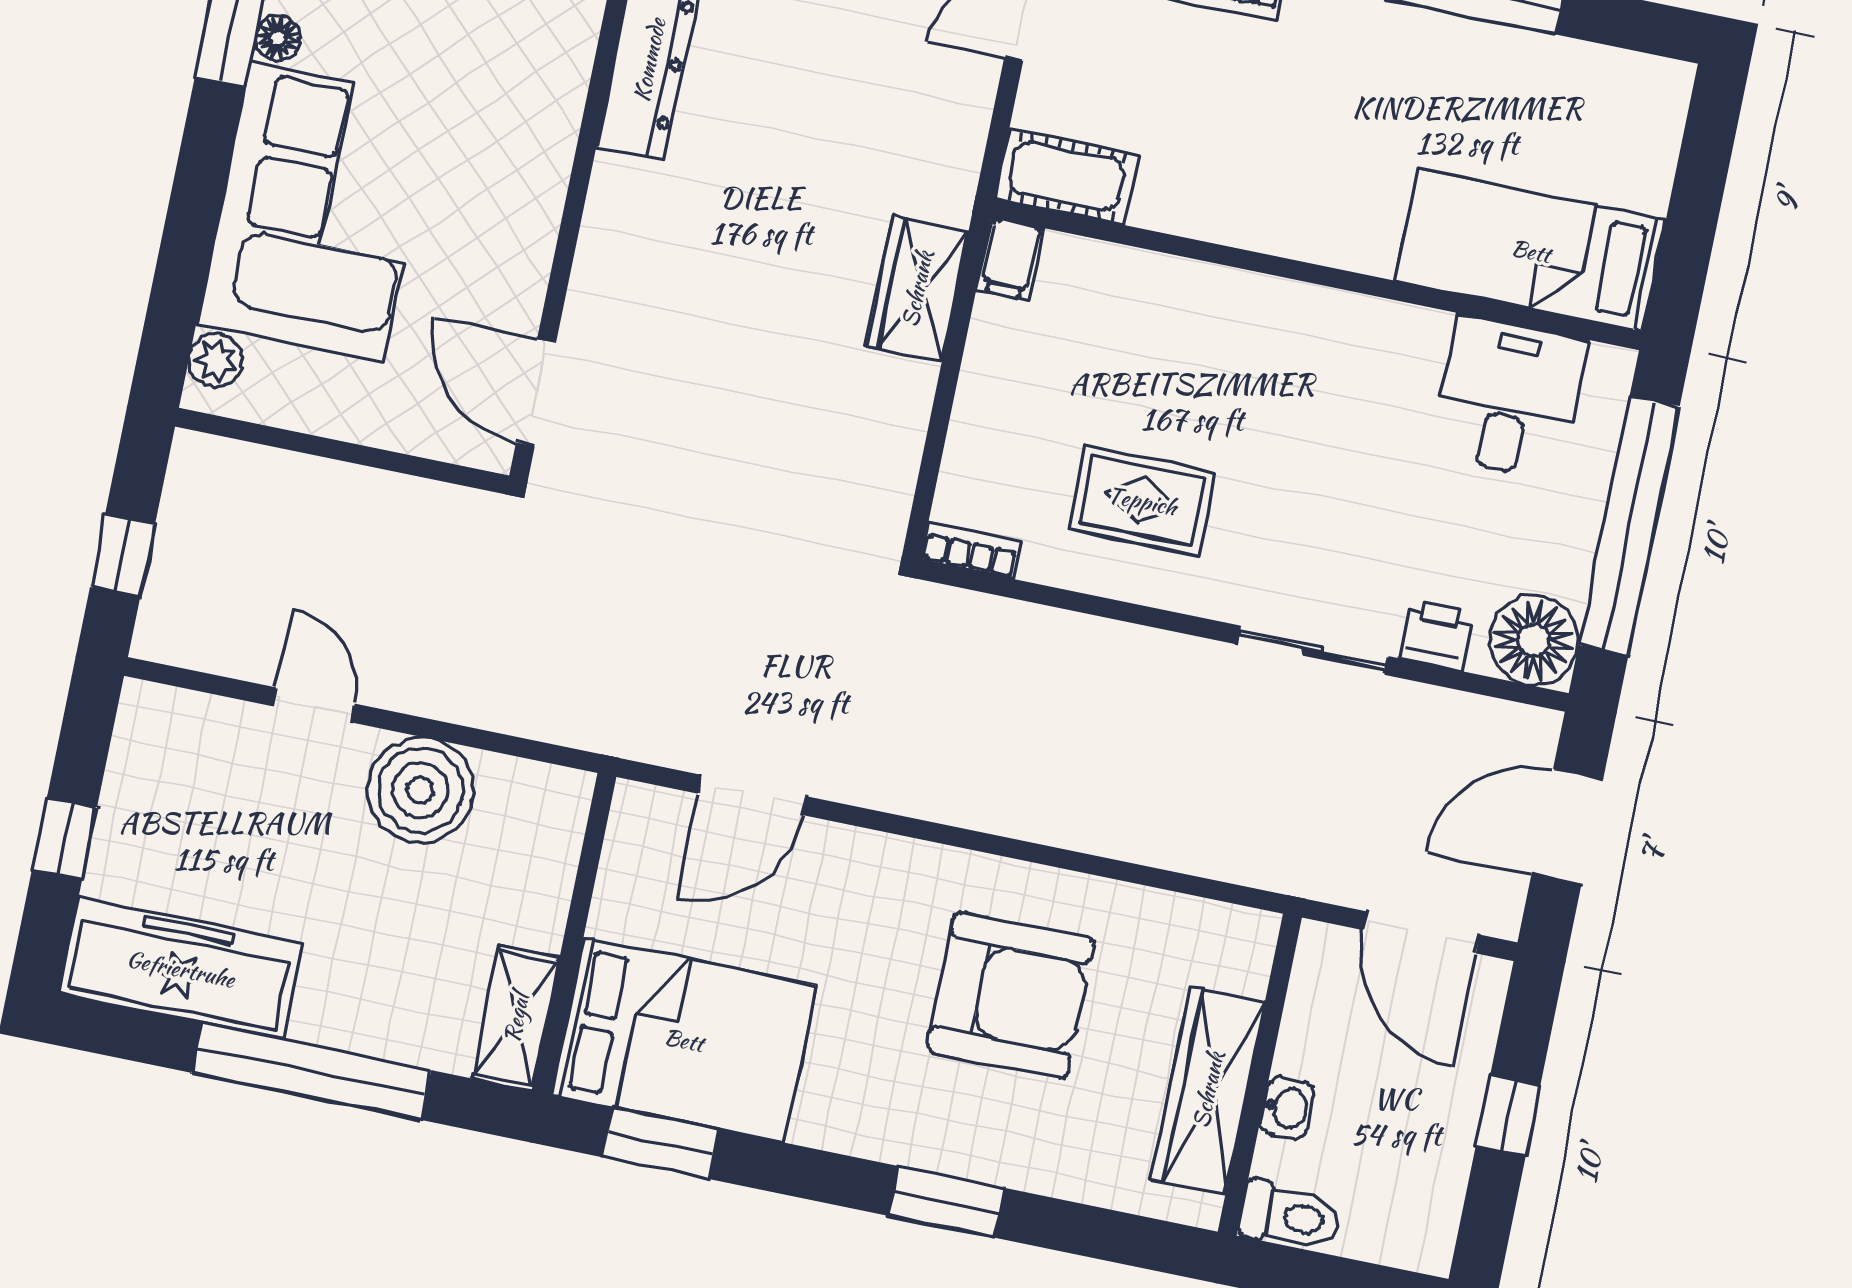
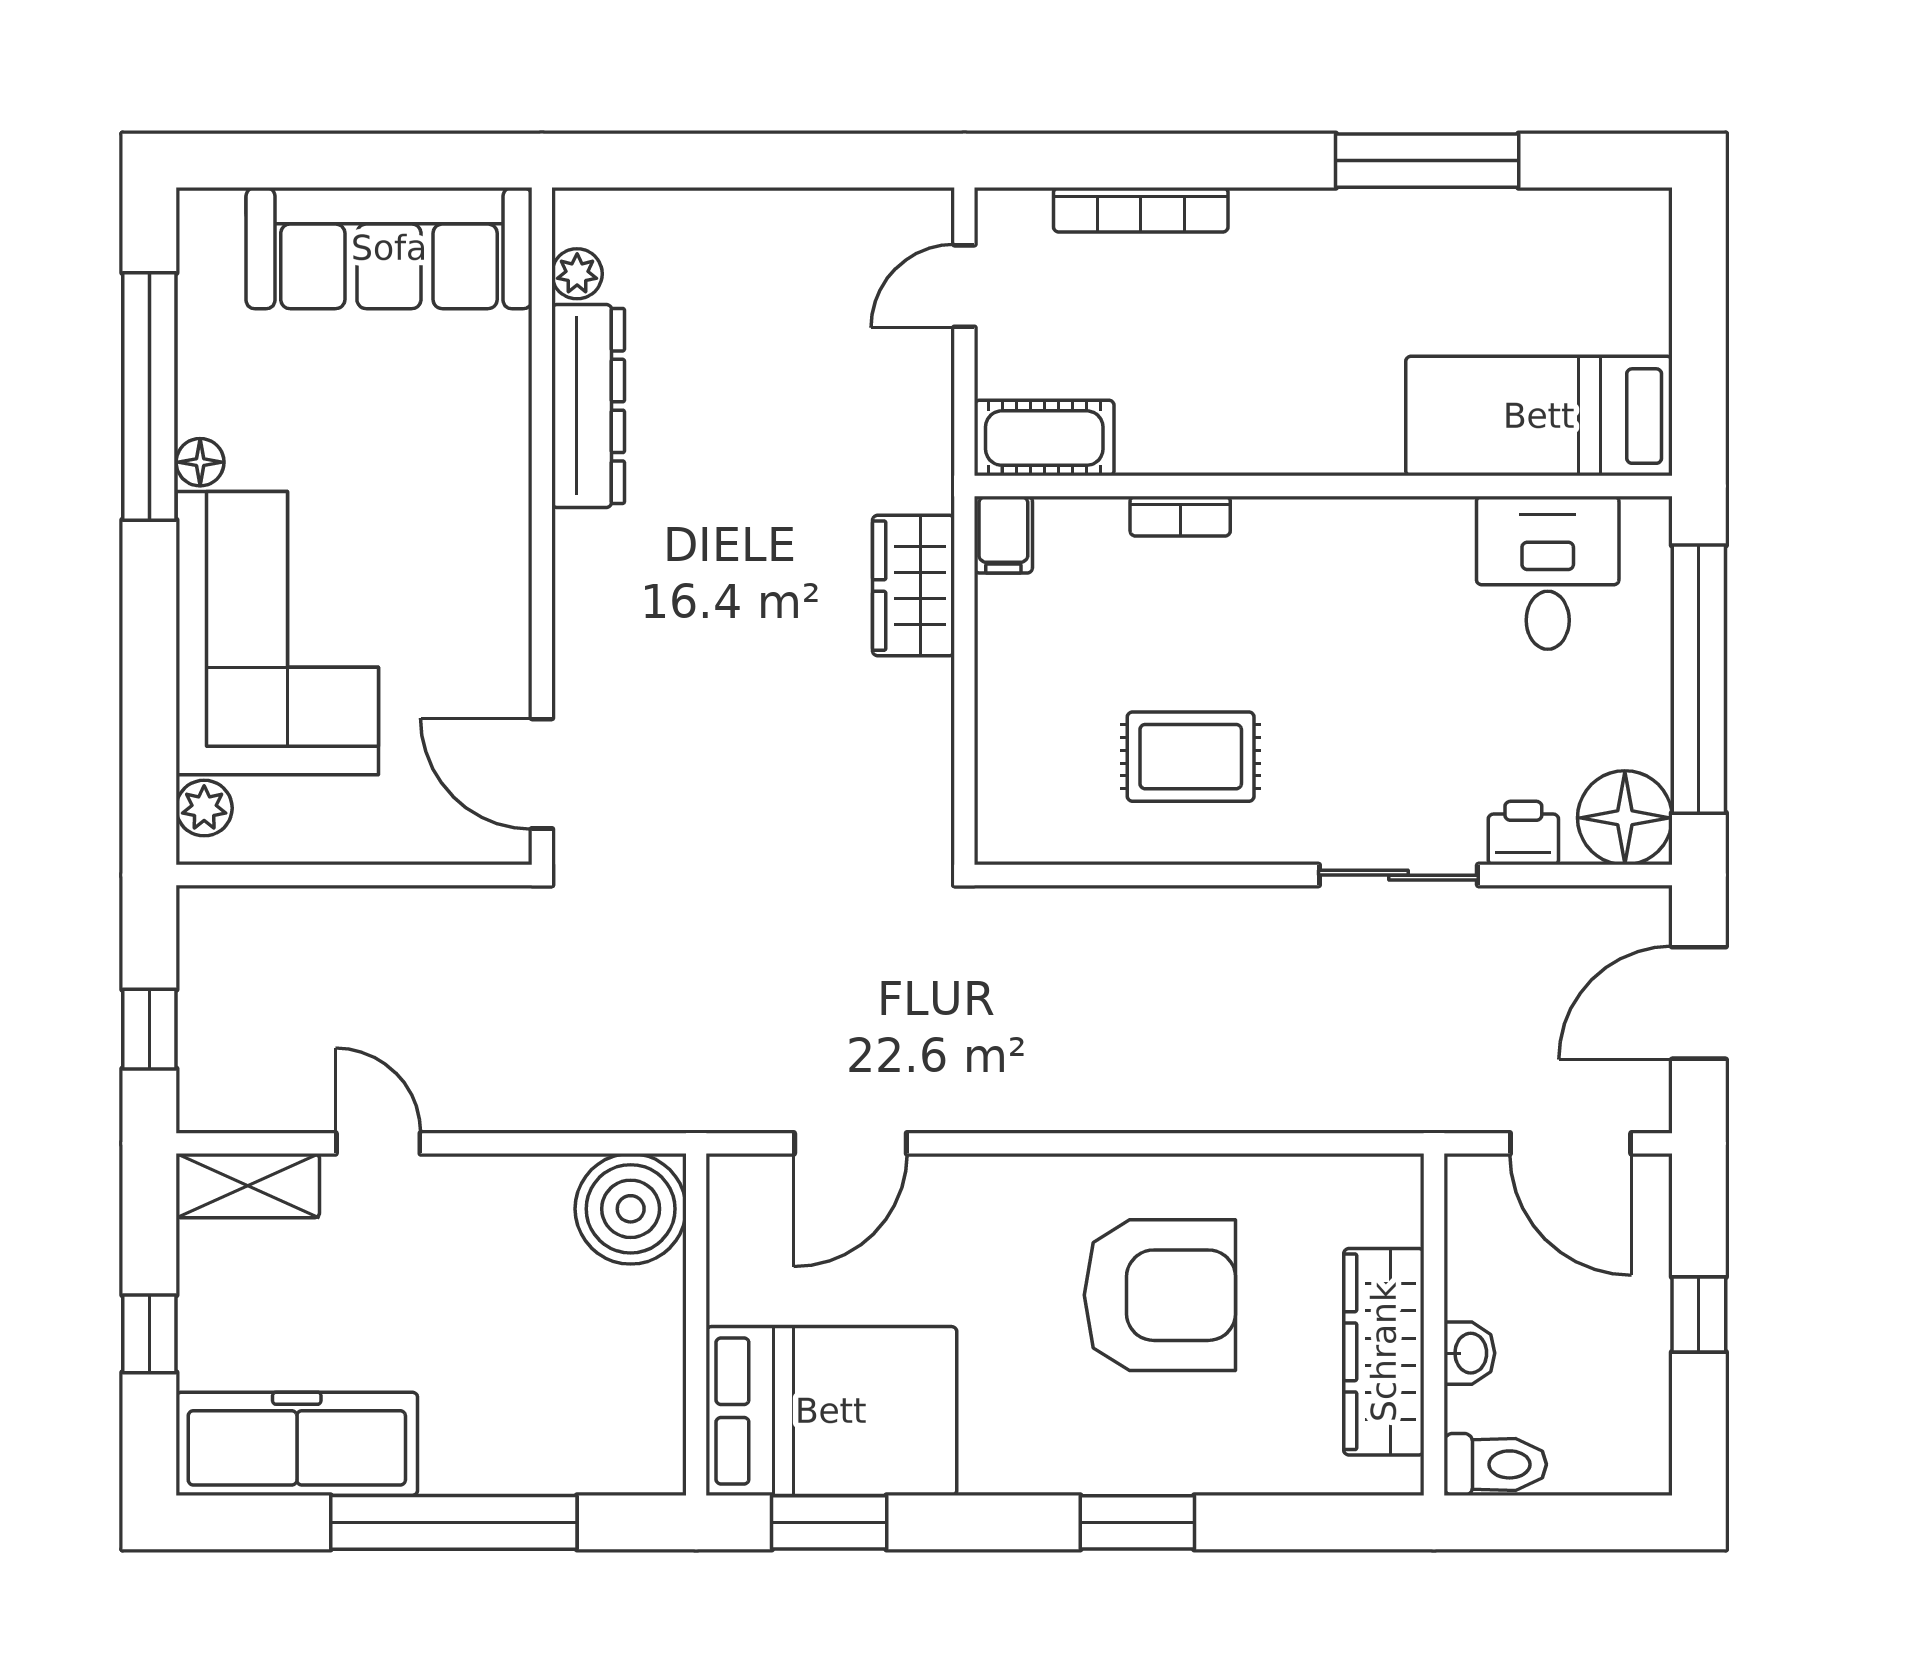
bookcase: (971, 551) -> (1180, 516), moved, turned 180
boiler: (421, 790) -> (631, 1209), moved
shelving: (516, 1018) -> (248, 1186), moved, turned 90

